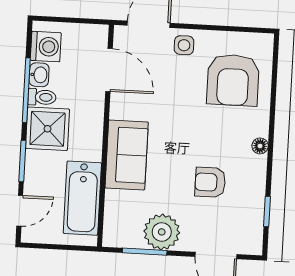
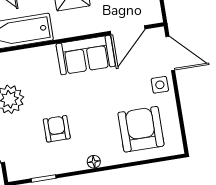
armchair: (233, 80) -> (141, 129), turned 90
sofa: (127, 155) -> (86, 55), moved

